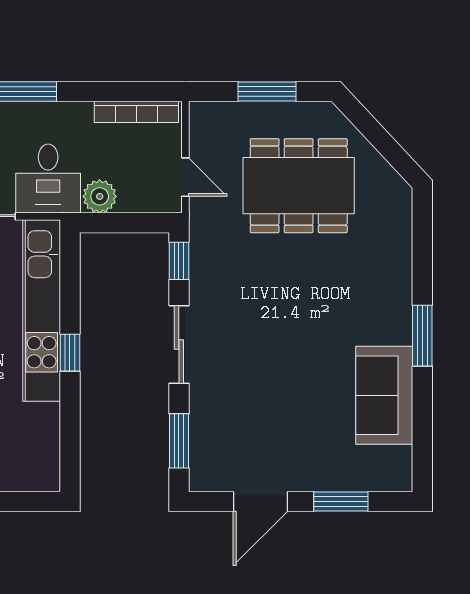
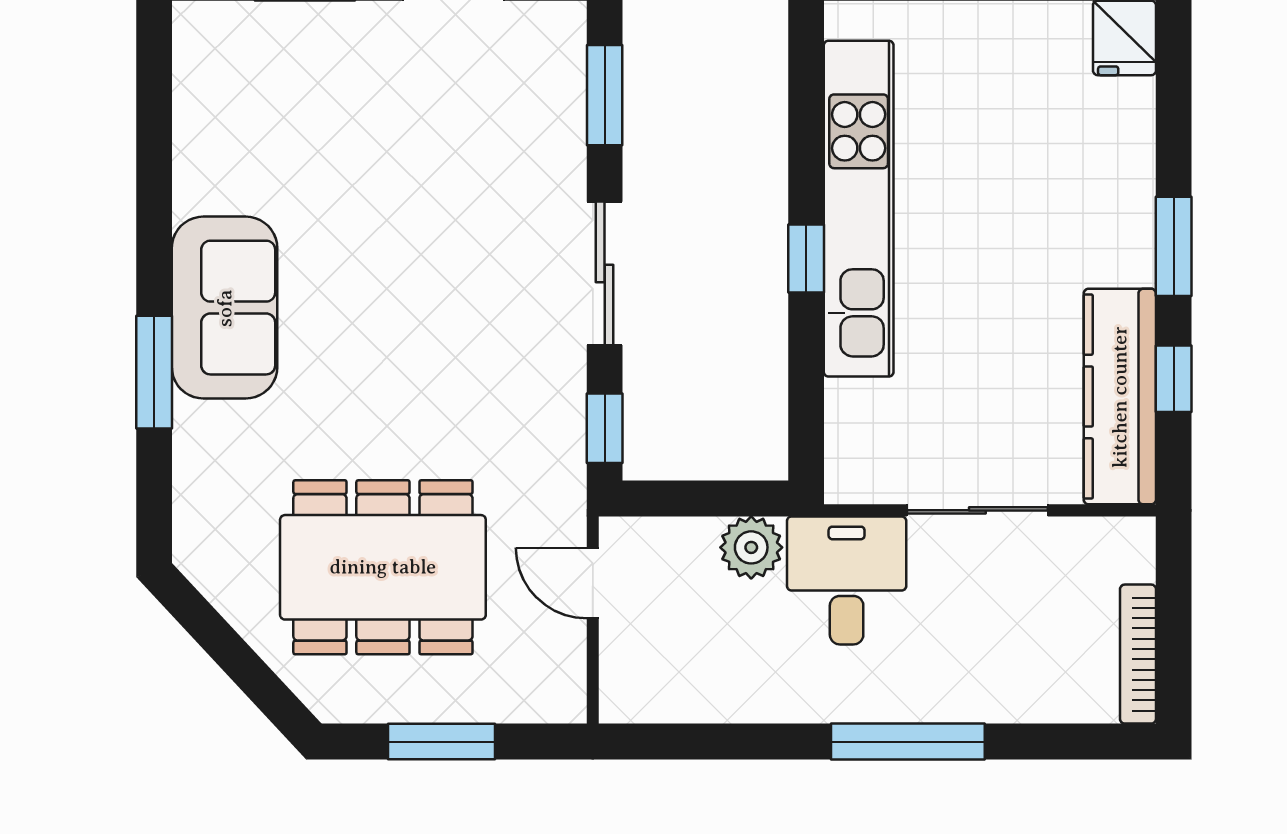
bookcase: (136, 112) -> (683, 704), removed
kitchen unit: (42, 310) -> (859, 209), moved
window: (422, 336) -> (154, 372), moved
sofa: (384, 395) -> (225, 308), moved

